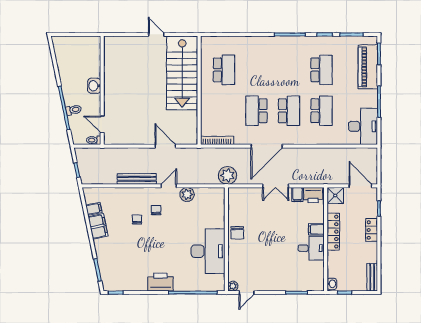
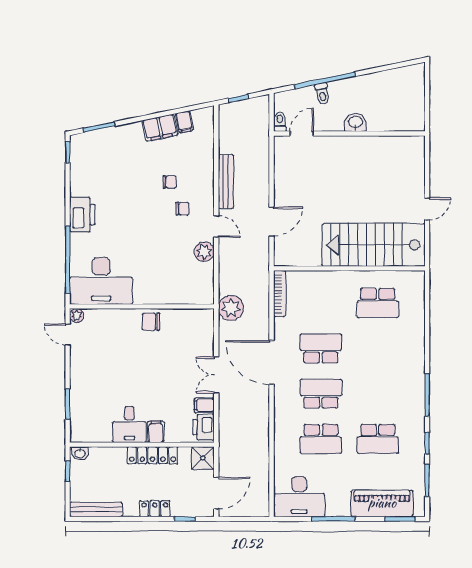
school desk: (289, 111) -> (321, 394), turned 180
desk: (208, 251) -> (101, 281), moved
bench: (372, 277) -> (96, 510), width x1.36

